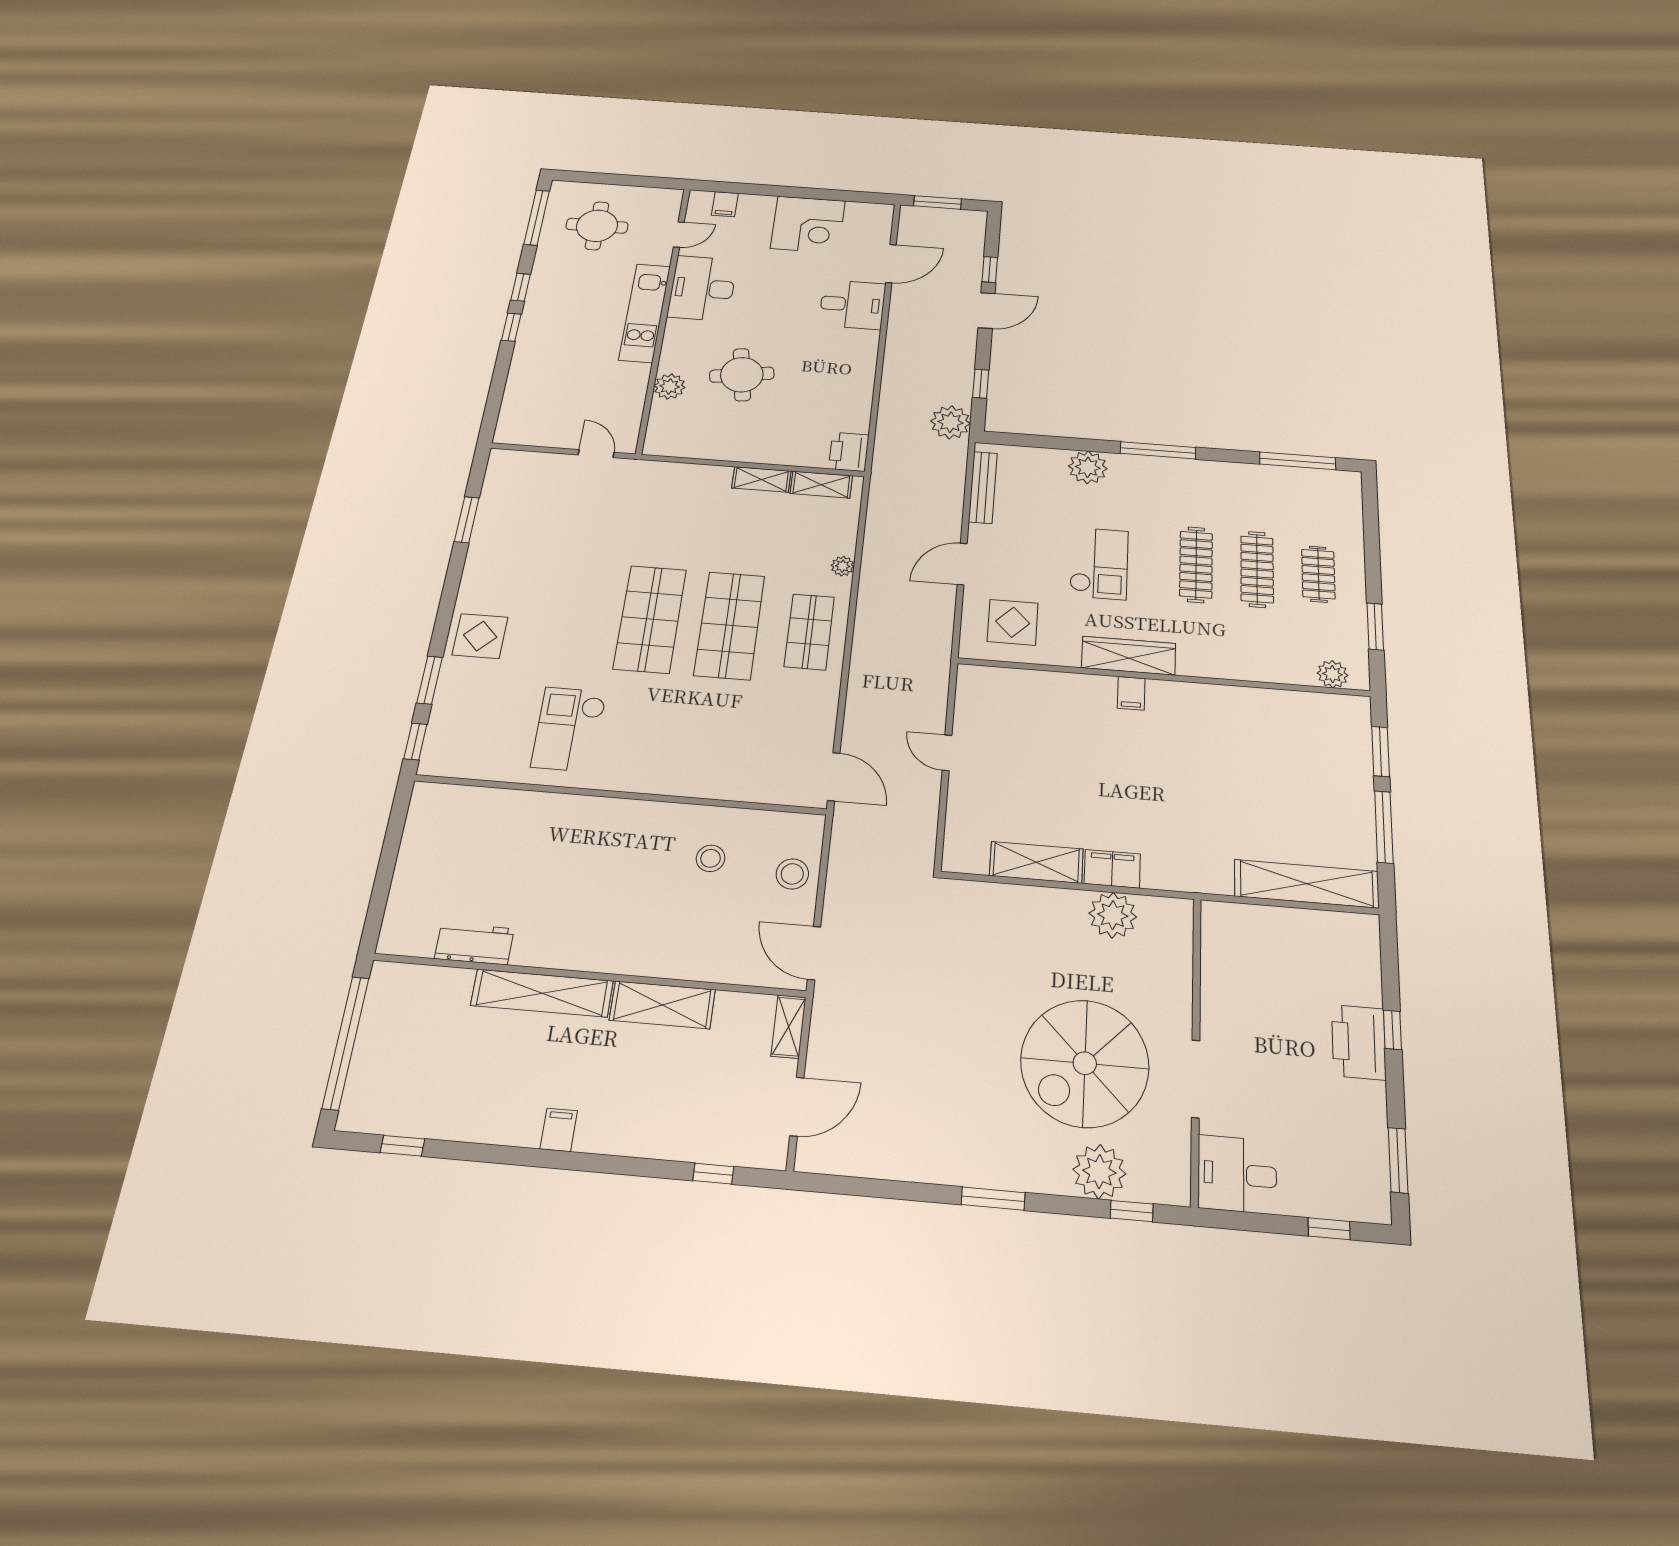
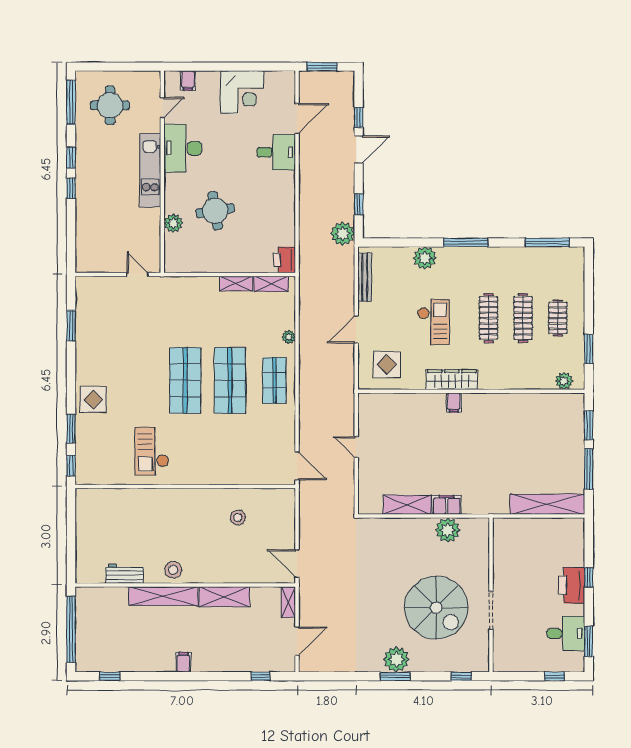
stool: (792, 874) -> (173, 570), moved
spiral stairs: (1085, 1063) -> (436, 608), turned -90
plant: (1099, 1172) -> (396, 659), moved
desk: (1237, 1174) -> (566, 634), moved, turned 180

